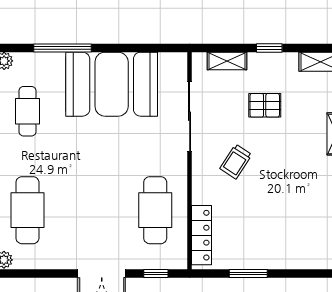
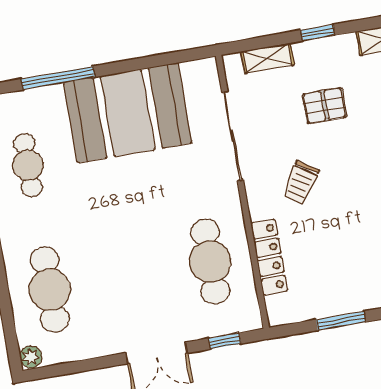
locker: (201, 235) -> (269, 257), moved

